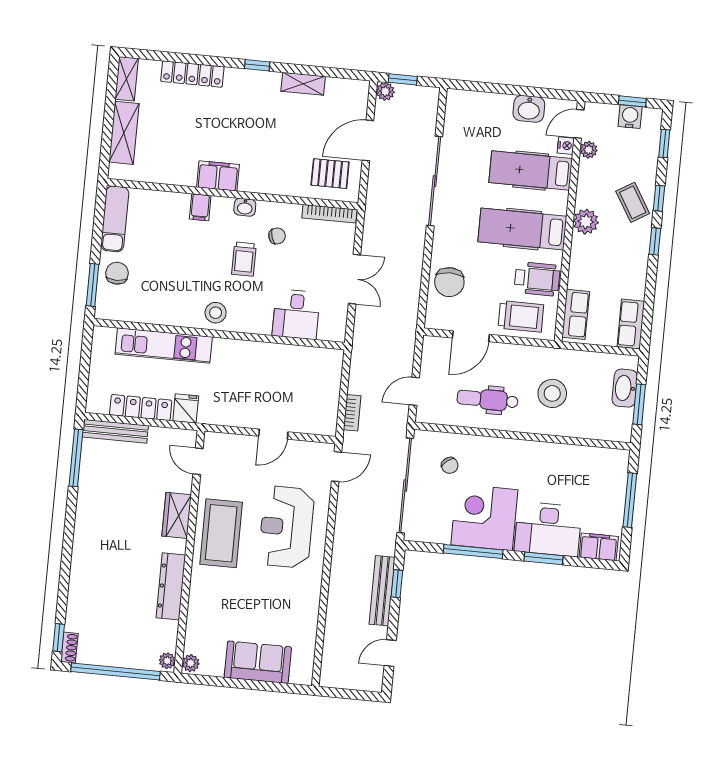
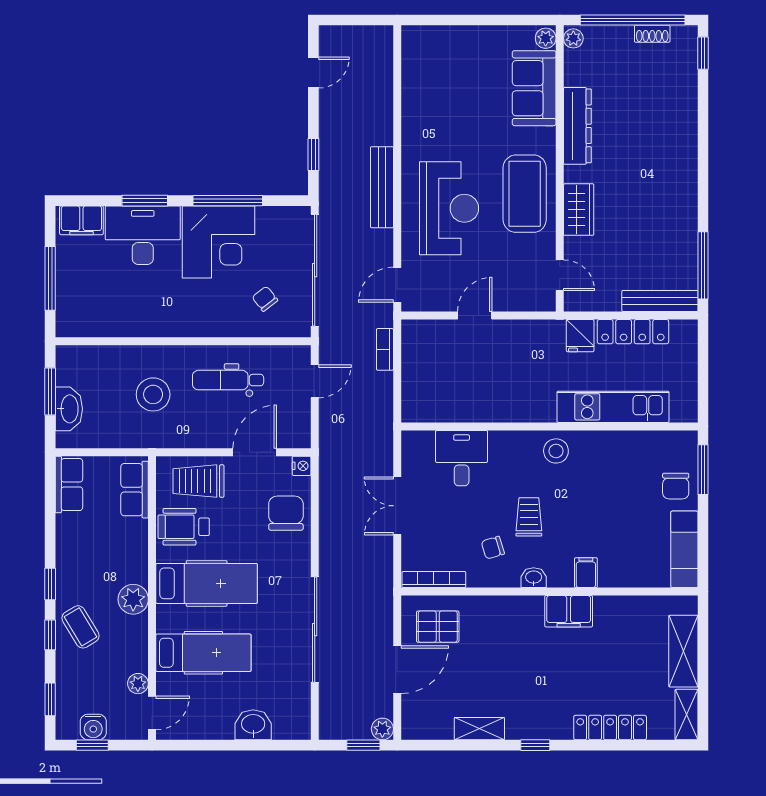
washbasin: (529, 109) -> (253, 725), moved
nightstand: (566, 146) -> (302, 466), moved, turned 180
dental chair: (488, 400) -> (228, 380), turned 180
bench: (382, 591) -> (382, 187), moved
shoe rack: (69, 648) -> (652, 34), moved, turned -90
sofa: (258, 662) -> (534, 88), moved, turned 90

